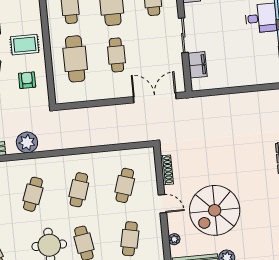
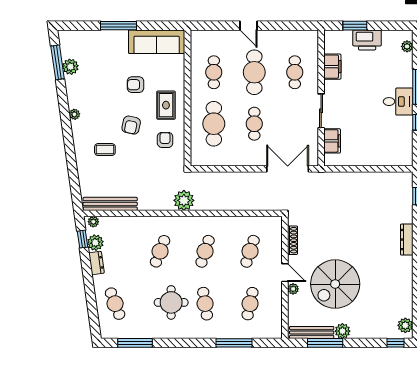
rug: (25, 45) -> (166, 105), turned 90
plant: (27, 142) -> (184, 200), moved
plant: (174, 239) -> (293, 289), moved

